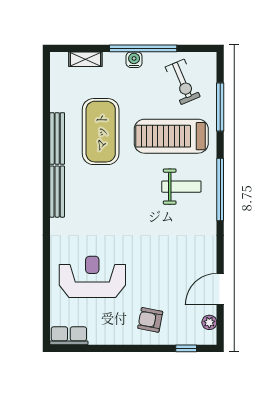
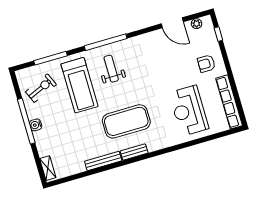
shelving: (85, 59) -> (48, 168), moved
exercise mat: (101, 132) -> (126, 121), moved
bench: (57, 192) -> (134, 152), width x0.73
armchair: (150, 320) -> (206, 64), turned 79
row of seats: (69, 336) -> (229, 102), width x2.02

